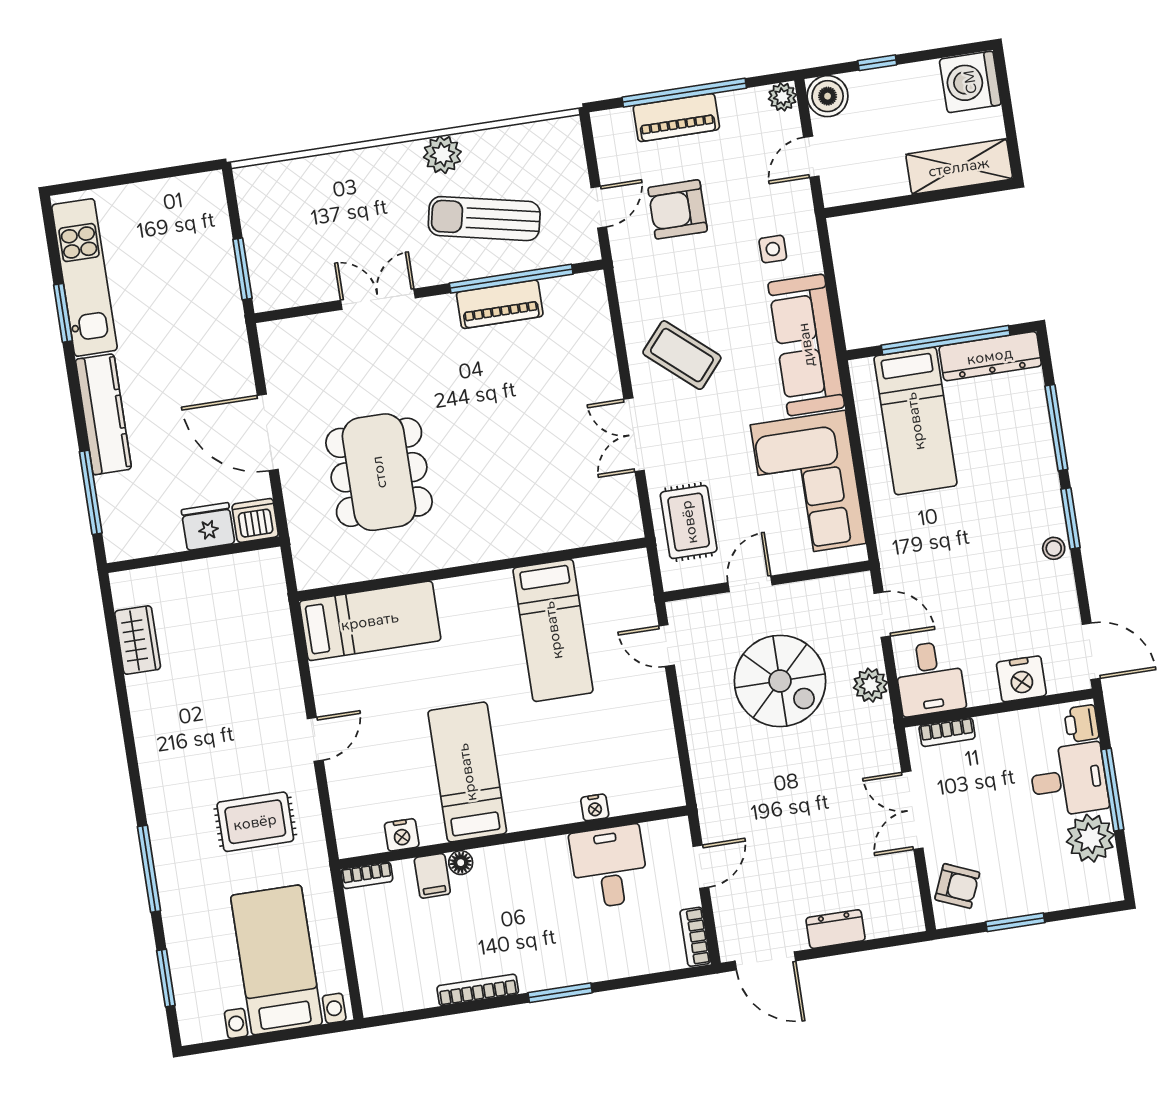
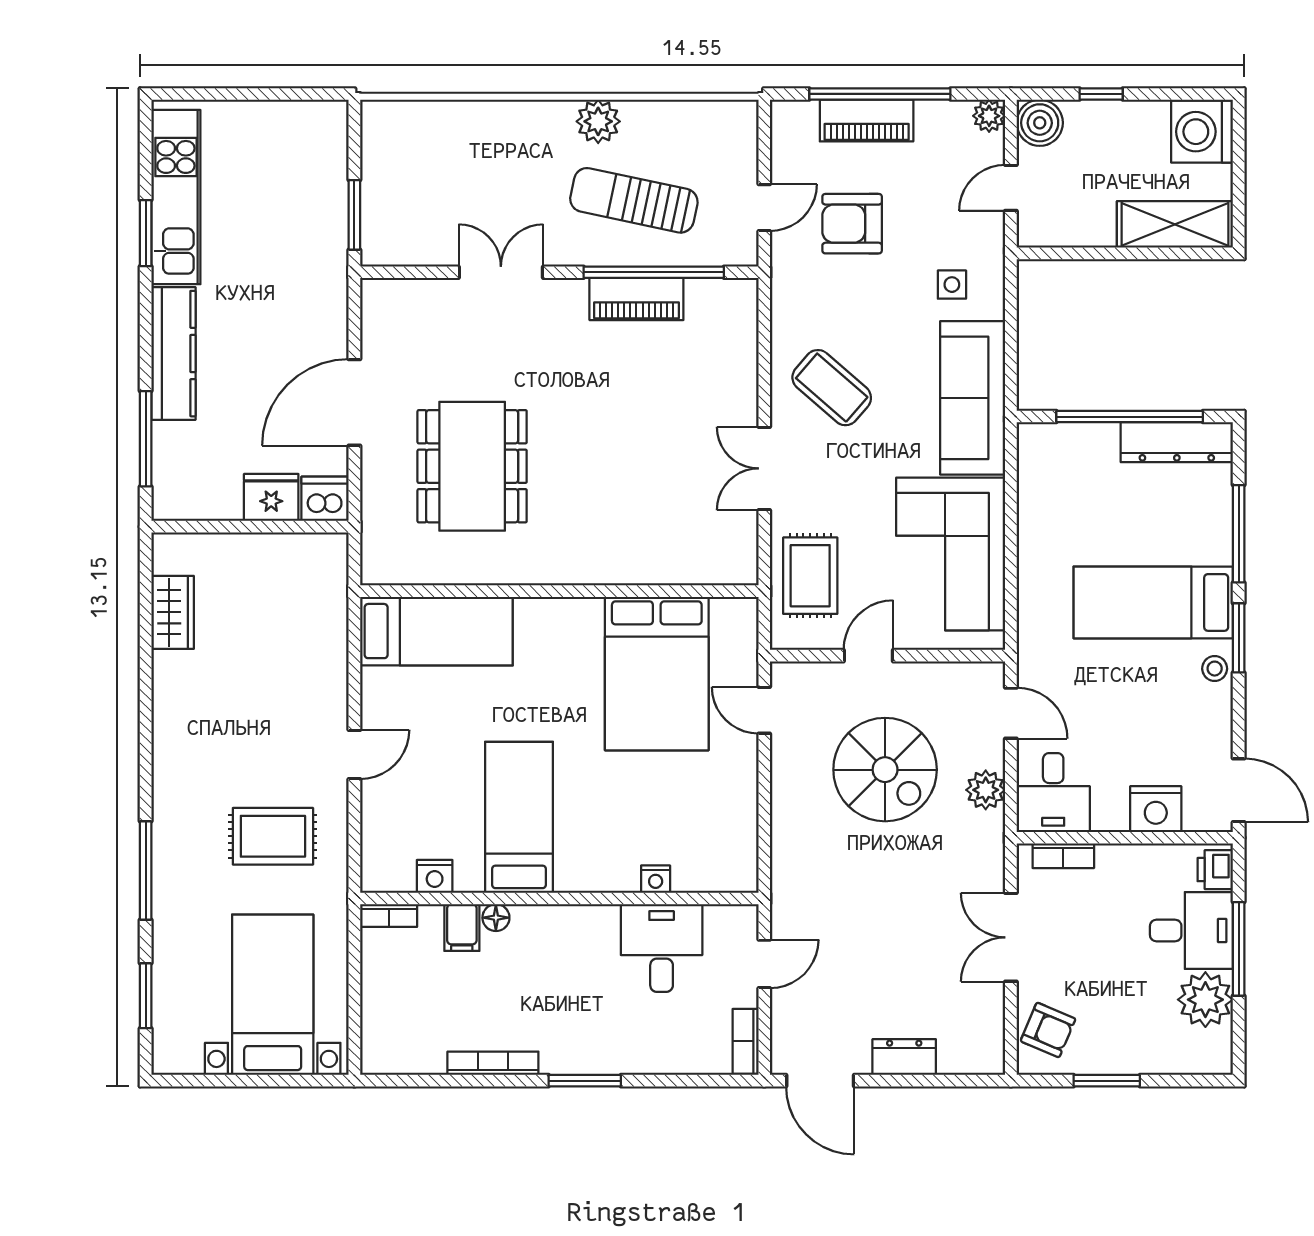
bed: (915, 421) -> (1153, 602), moved, turned 90
door: (268, 432) -> (354, 402), hinge flipped
bed: (553, 630) -> (657, 674), width x1.50

